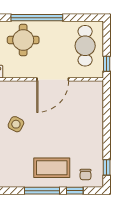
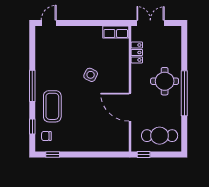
window: (42, 191) -> (32, 86), moved

